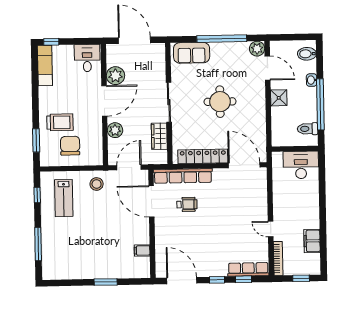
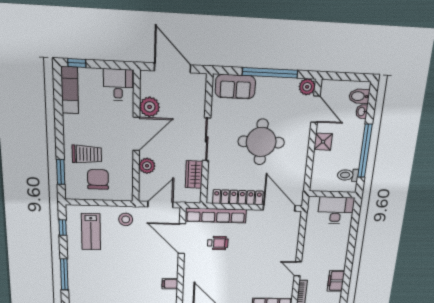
washbasin: (312, 80) -> (362, 112), moved
round table: (220, 102) -> (261, 142), width x1.36, depth x1.36

